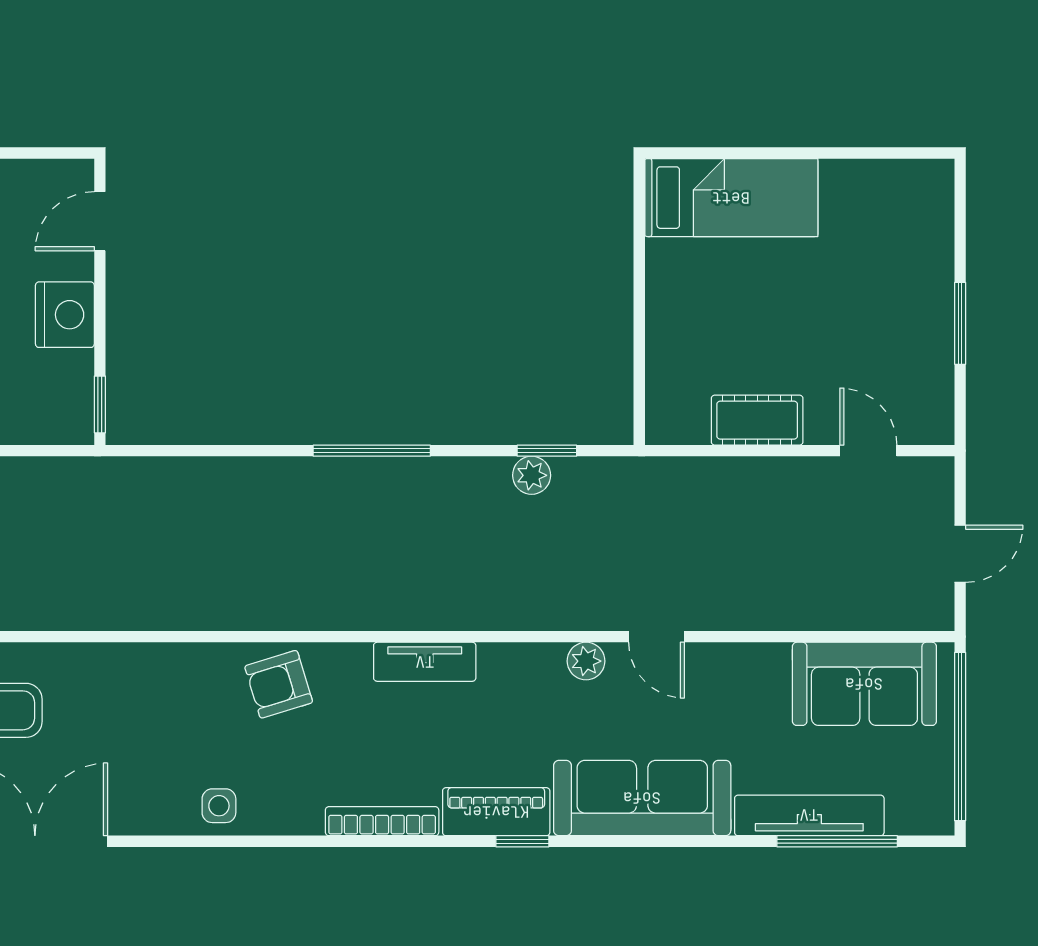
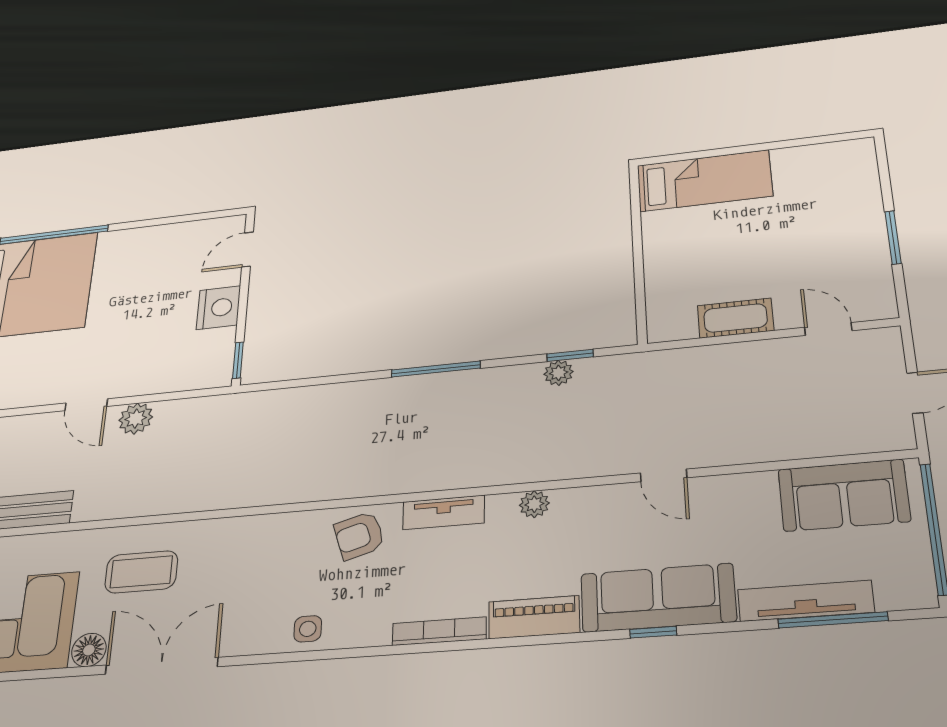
plant: (586, 661) -> (534, 504), moved
tv unit: (425, 662) -> (444, 512), moved
window: (522, 841) -> (653, 632), moved

